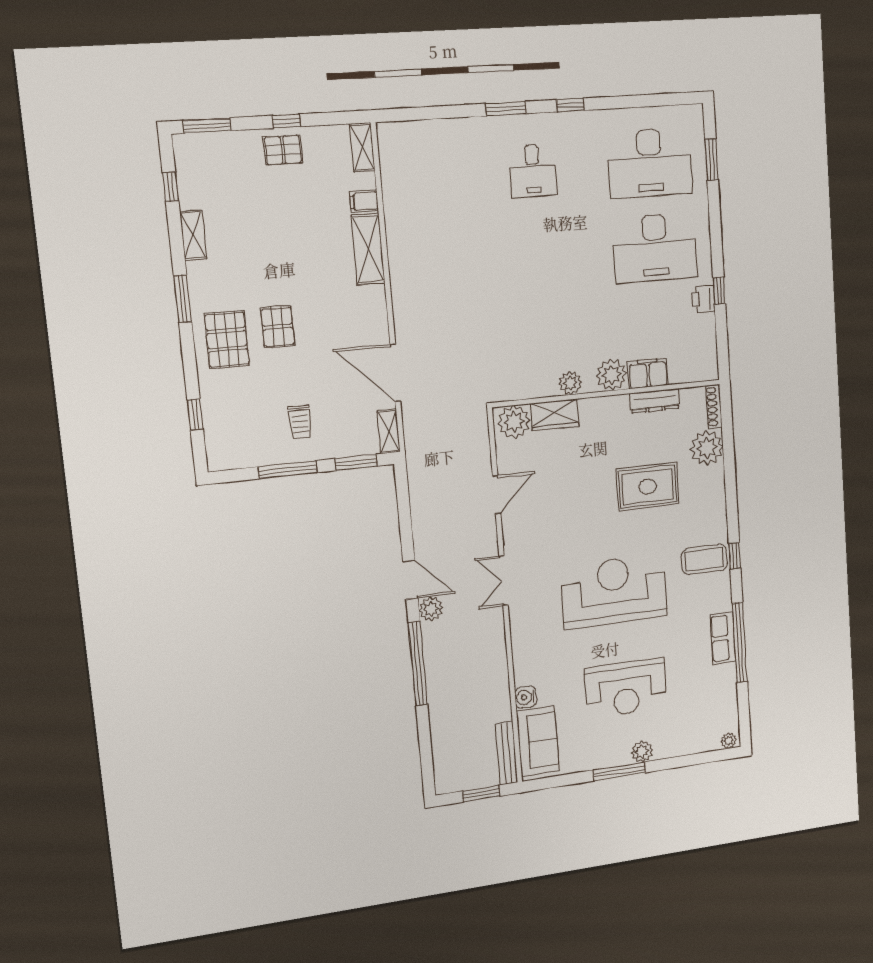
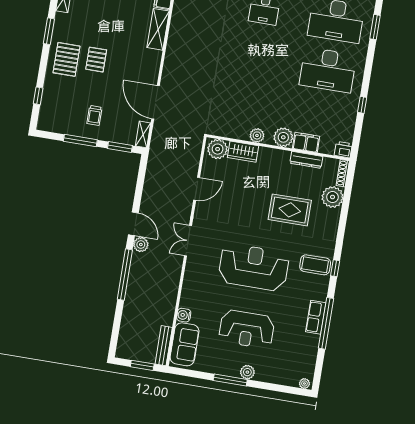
printer: (703, 299) -> (343, 150), moved, turned 90

